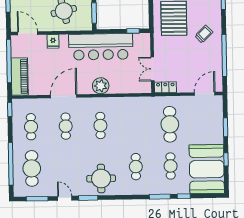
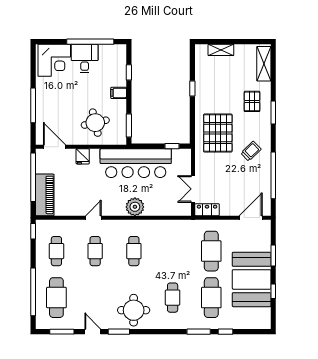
door: (64, 96) -> (93, 218), width x0.53
cafe table: (171, 166) -> (211, 298), width x1.37, depth x1.35
booth: (207, 169) -> (252, 279), moved

